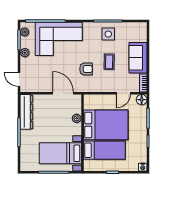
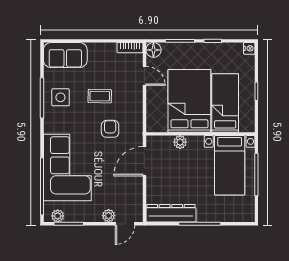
plant: (25, 53) -> (109, 216), moved
sofa: (138, 58) -> (65, 55), moved

